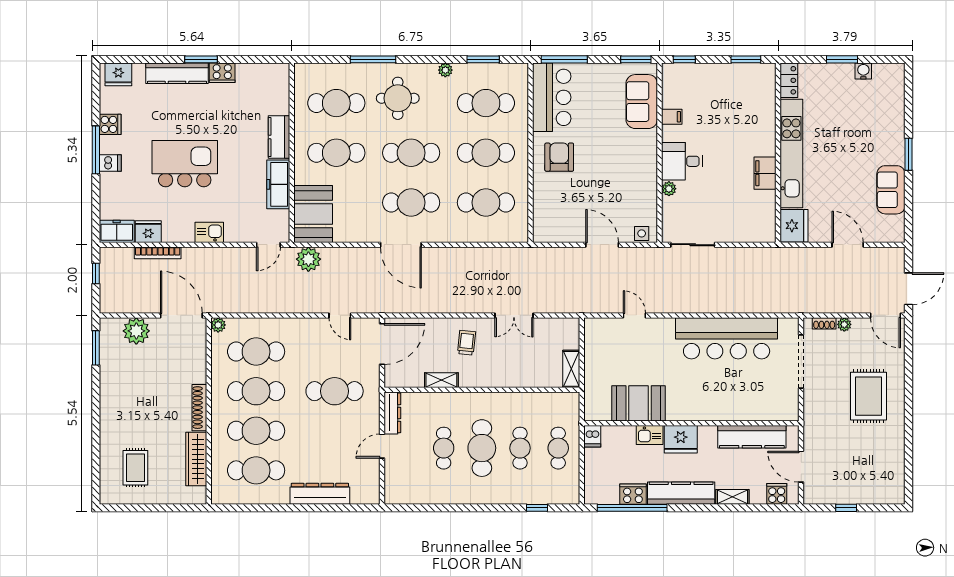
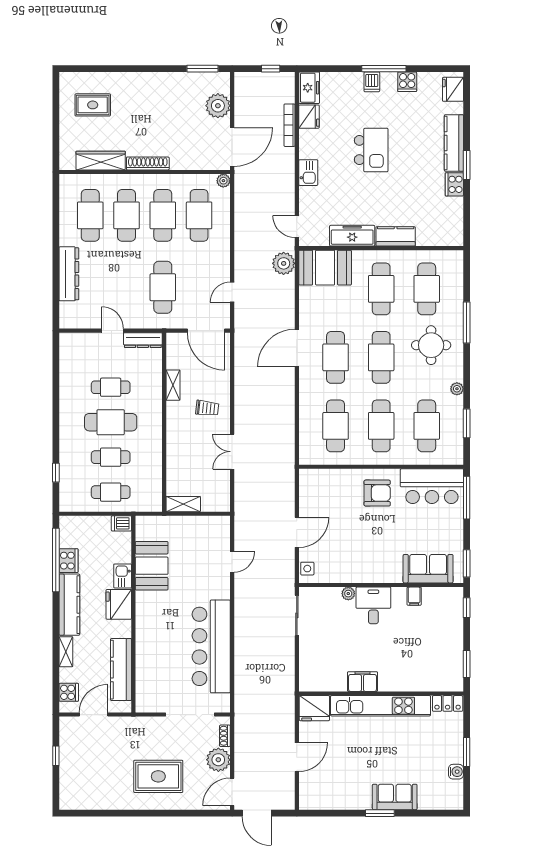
kitchen island: (185, 164) -> (371, 150), width x0.73, depth x0.78
sofa: (891, 190) -> (395, 797), moved
plant: (844, 324) -> (218, 760), width x1.88, depth x1.88

